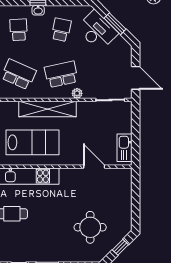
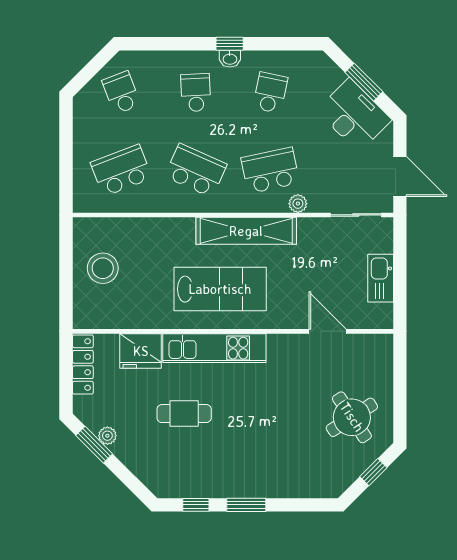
desk: (97, 31) -> (354, 115), moved
kitchen sink: (125, 148) -> (381, 278), moved
round table: (90, 227) -> (352, 417), moved, turned -33

